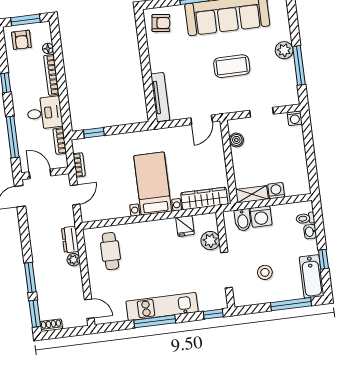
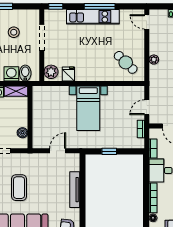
coffee table: (232, 66) -> (19, 188), turned 90
tv unit: (160, 97) -> (75, 190), moved
door: (202, 120) -> (58, 151), moved
window: (94, 133) -> (109, 151), moved
wardrobe: (204, 199) -> (52, 92), removed
dresser: (70, 240) -> (154, 75), removed
plant: (210, 241) -> (51, 72), moved
cafe table: (110, 251) -> (126, 62), turned -46

